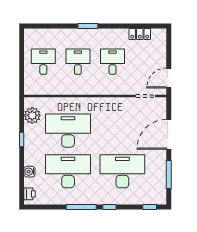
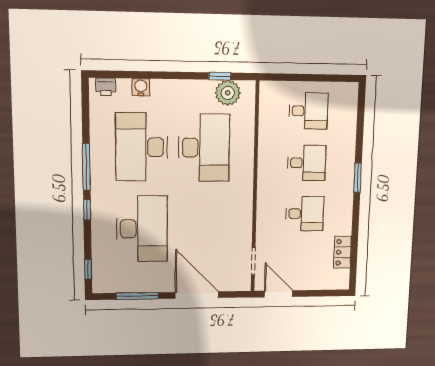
window: (22, 139) -> (220, 76), moved
desk: (68, 171) -> (142, 147), turned 180

